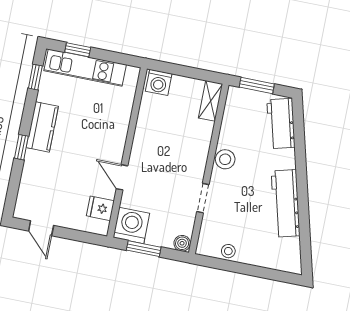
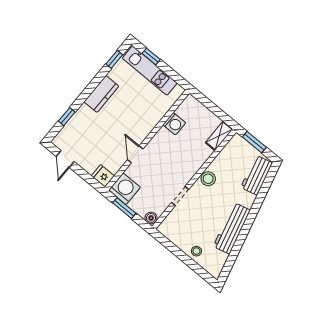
washing machine: (159, 82) -> (174, 124), moved, turned -90
window: (21, 147) -> (67, 117), moved
fridge: (100, 208) -> (103, 176), moved
stool: (228, 251) -> (196, 251), moved

